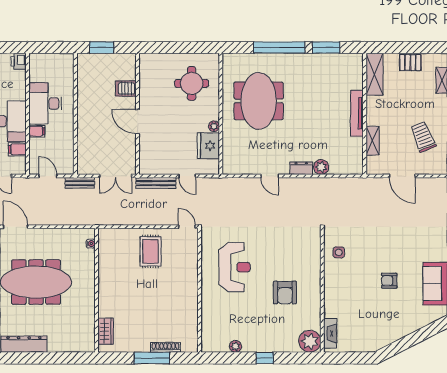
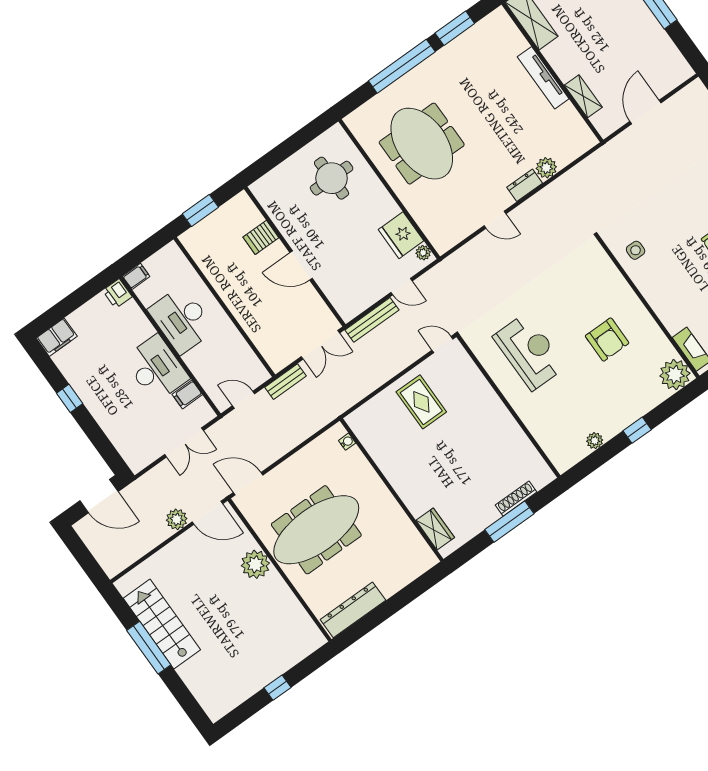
plant: (214, 126) -> (423, 253), moved
filing cabinet: (37, 131) -> (136, 276), moved
trolley: (423, 137) -> (637, 51), removed
door: (402, 176) -> (645, 112), swing flipped

